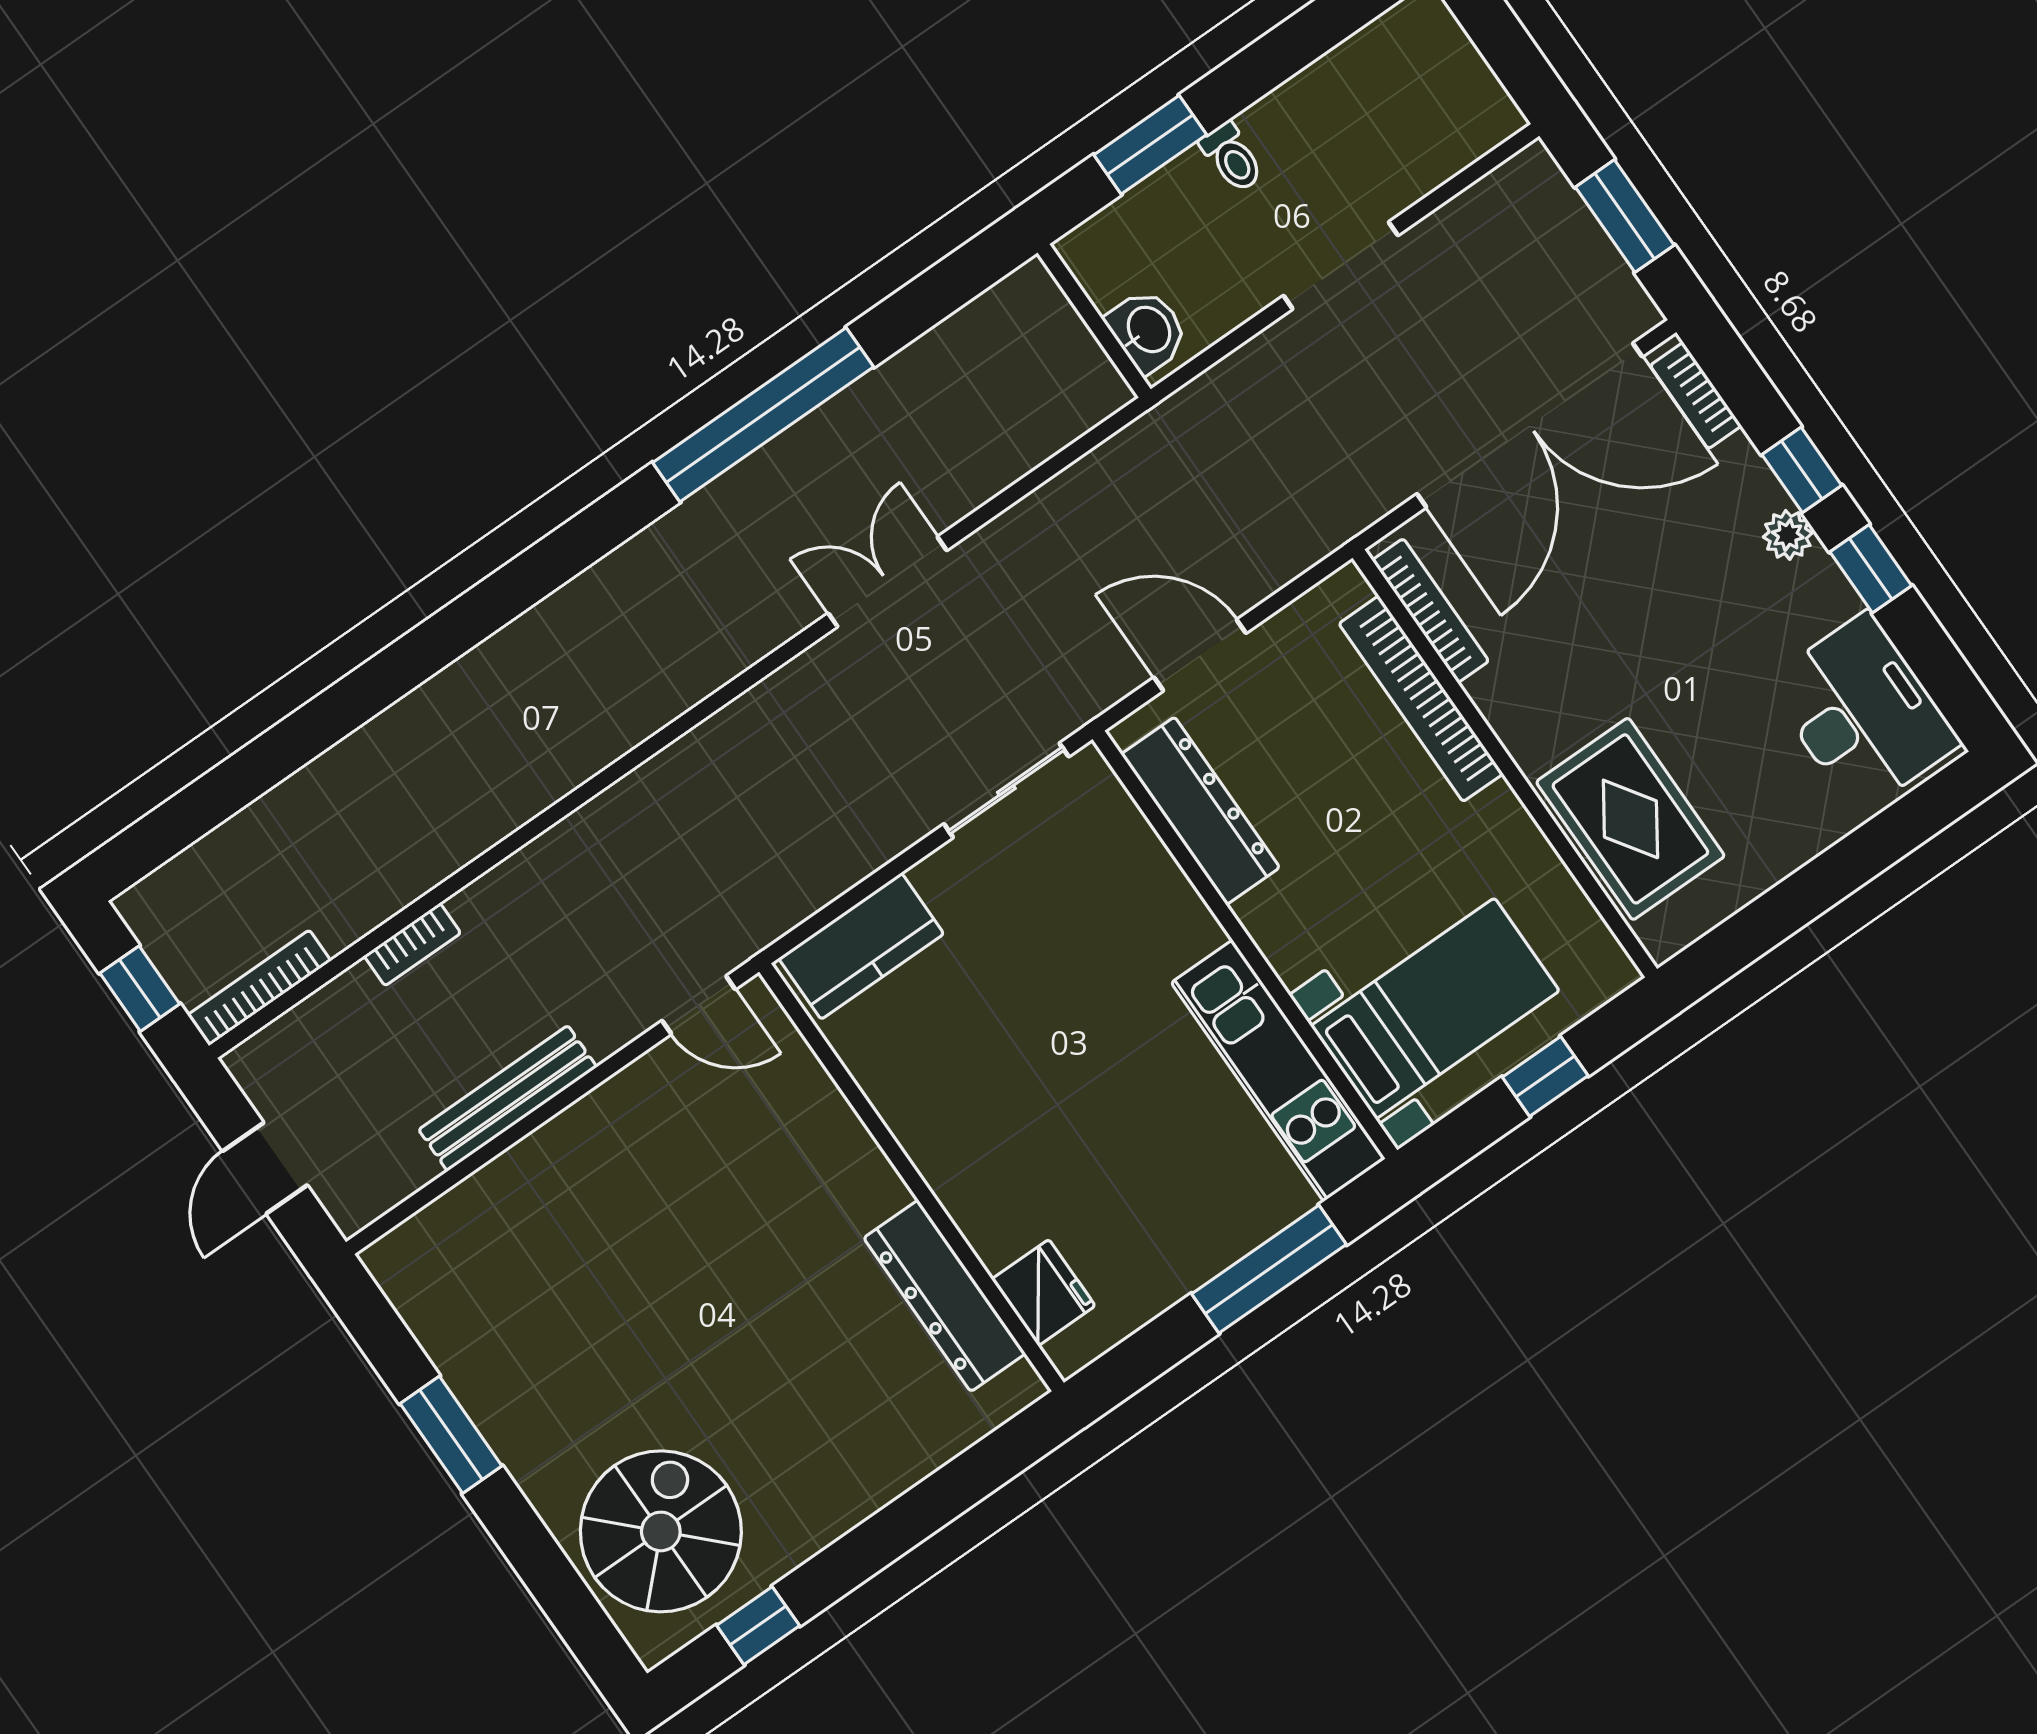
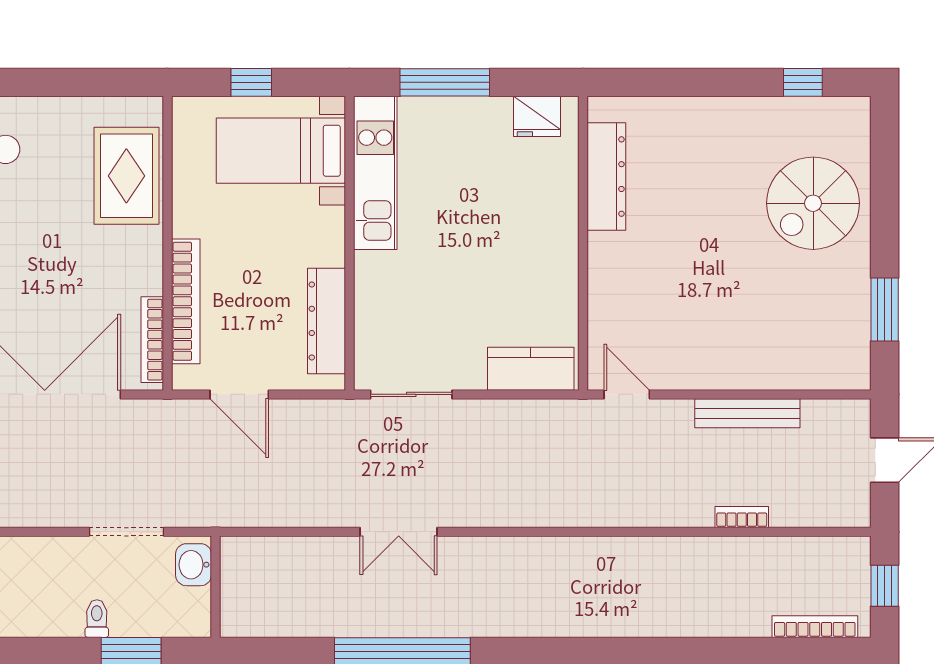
doorway: (1341, 265) -> (127, 532), moved
door: (1200, 655) -> (239, 394), moved
bookcase: (259, 988) -> (815, 627), moved, turned 180
fridge: (1043, 1293) -> (537, 116), moved, turned -90
window: (451, 1435) -> (885, 309), moved
spiral stairs: (661, 1531) -> (813, 203), moved

